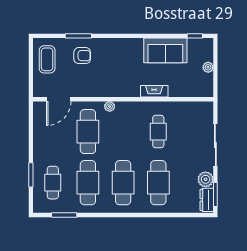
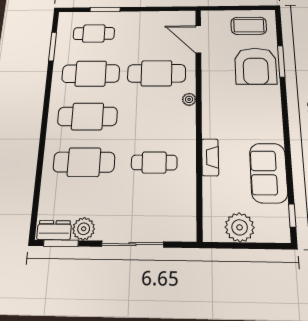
armchair: (82, 56) -> (256, 66), width x1.88, depth x1.88
plant: (208, 67) -> (240, 227), width x1.88, depth x1.88

